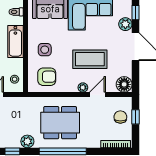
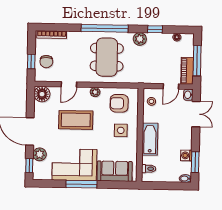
plant: (83, 87) -> (95, 92), moved
dining table: (60, 123) -> (107, 57), turned 90

